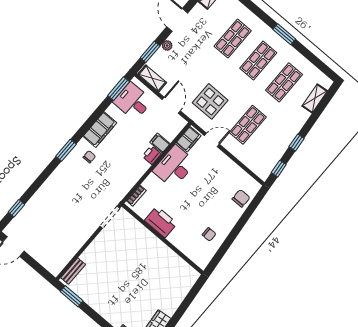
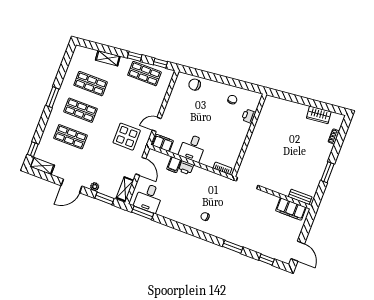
shelving: (315, 98) -> (108, 58), moved
door: (171, 105) -> (141, 166), swing flipped
shop shelf: (248, 125) -> (144, 74), moved
filing cabinet: (100, 130) -> (291, 209), moved, turned 180
door: (212, 140) -> (157, 124), hinge flipped
window: (66, 150) -> (233, 247), moved
desk: (174, 167) -> (192, 148), width x0.73
printer: (161, 222) -> (249, 116), moved, width x0.53, depth x0.68
window: (72, 296) -> (328, 172), moved

